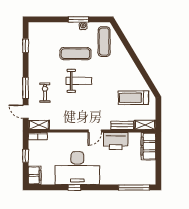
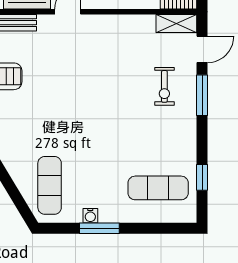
exercise mat: (75, 54) -> (158, 188), moved
weight bench: (79, 81) -> (99, 109), removed
door: (26, 112) -> (202, 49), hinge flipped

